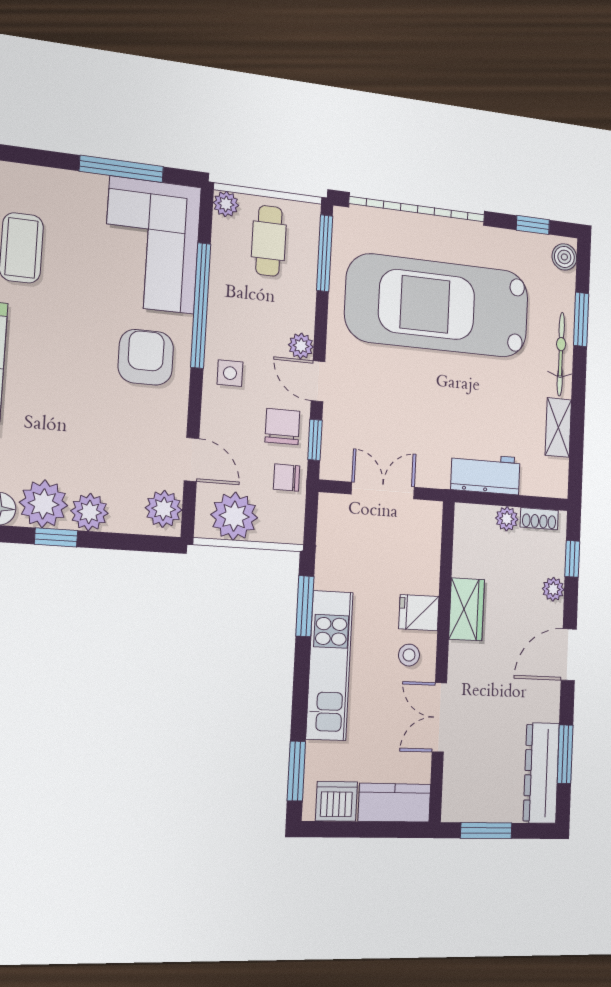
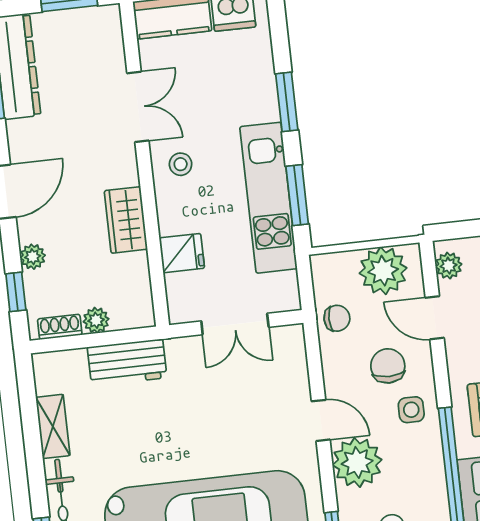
plant: (301, 346) -> (357, 462), width x1.87, depth x1.87
chair: (282, 427) -> (388, 366), moved, turned 180
window: (315, 440) -> (314, 361), removed
plant: (164, 509) -> (449, 266), width x0.73, depth x0.73
fridge: (419, 613) -> (182, 253), moved
kitchen unit: (329, 665) -> (269, 198), moved
window: (296, 771) -> (287, 102), moved

